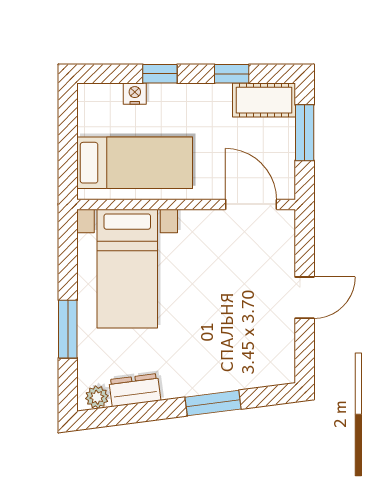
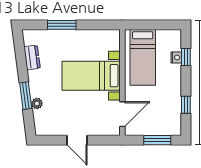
window: (160, 74) -> (186, 57), moved
cot: (264, 100) -> (173, 120), removed
bed with nightstands: (127, 269) -> (91, 76), moved
plant: (97, 397) -> (37, 103), moved

